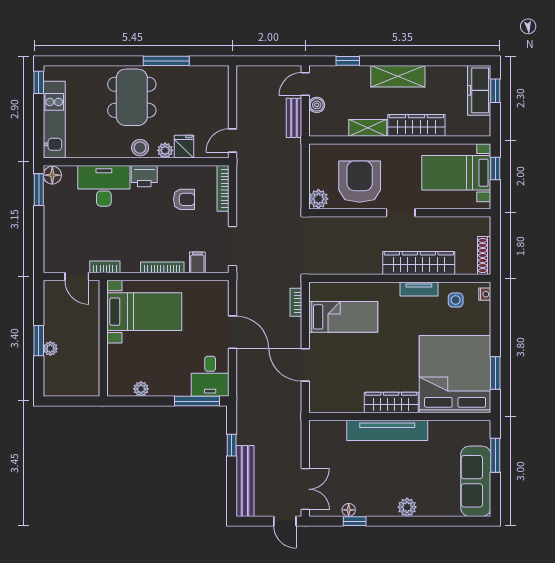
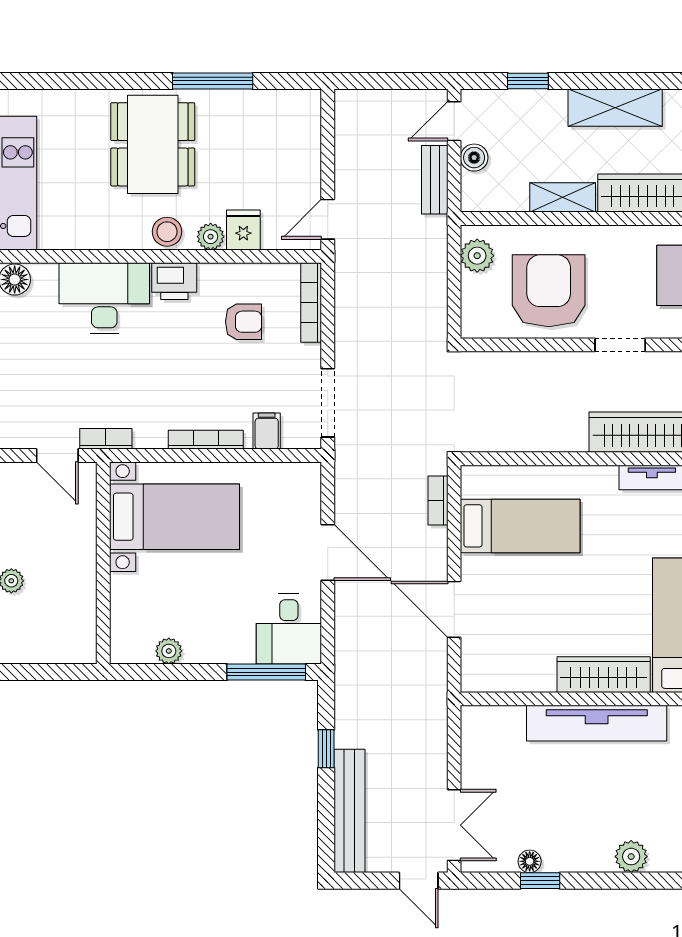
plant: (318, 199) -> (477, 256), moved

